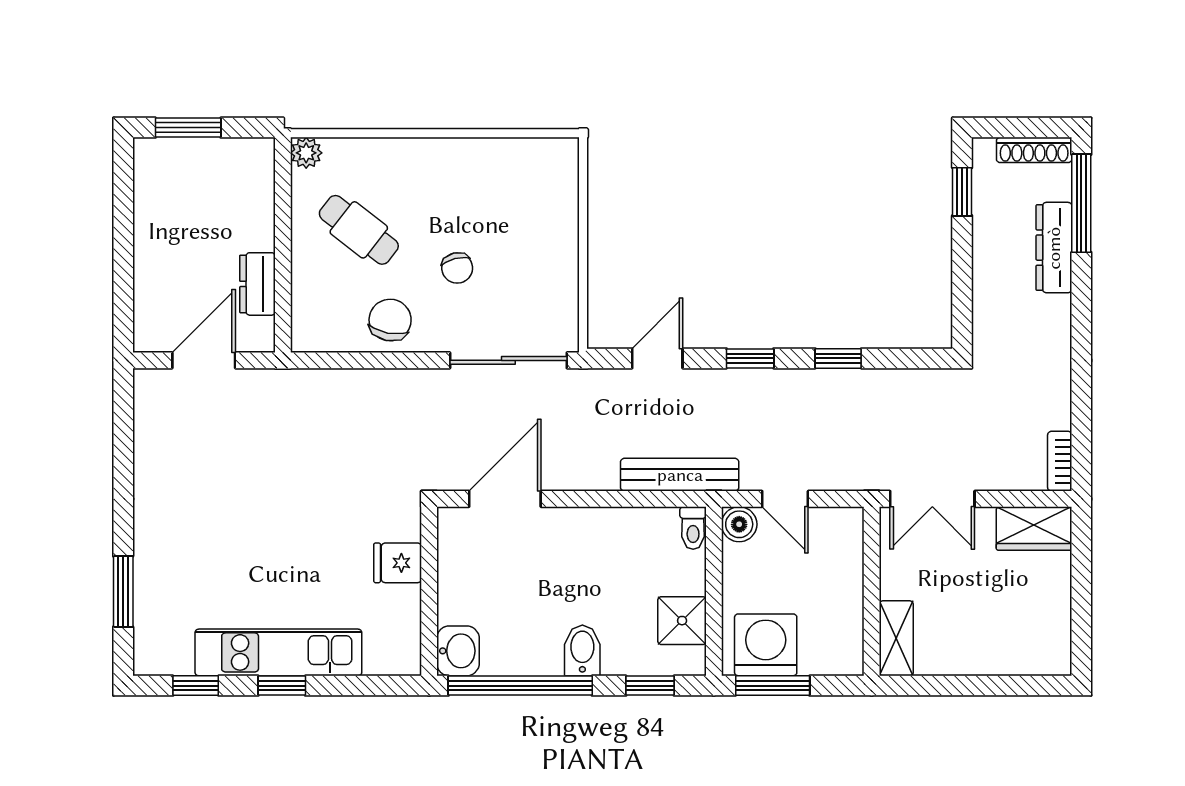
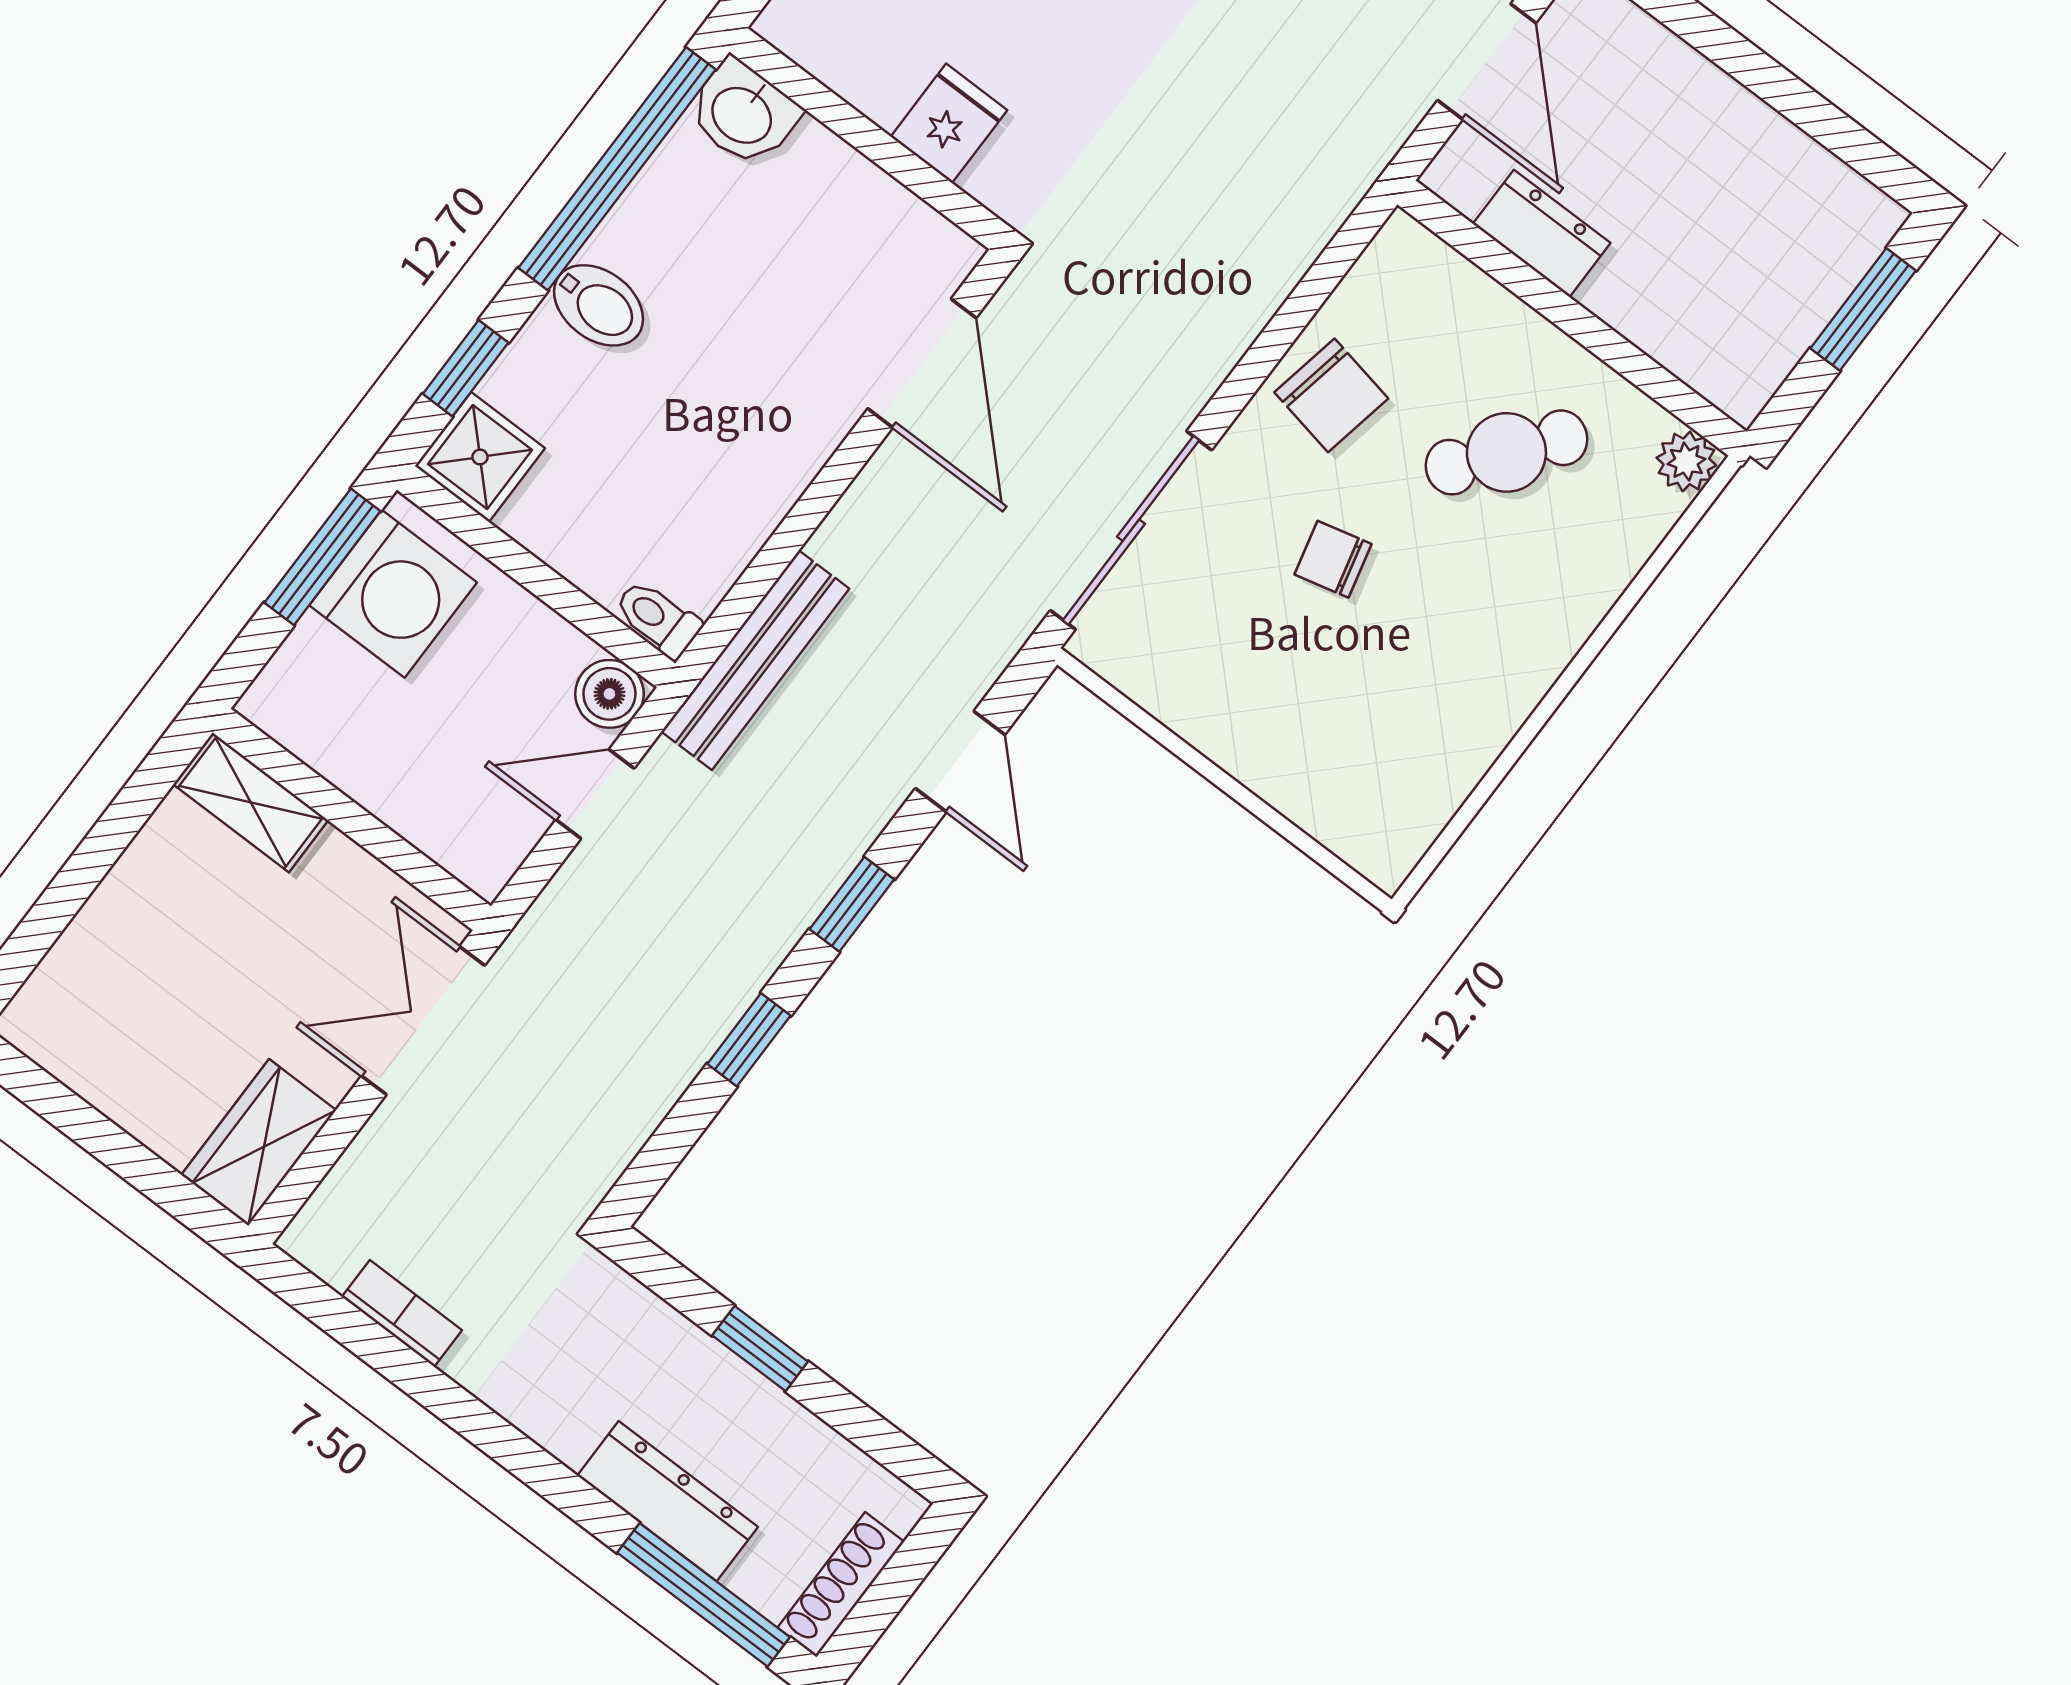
window: (962, 192) -> (760, 1348), moved
bookcase: (1060, 461) -> (402, 1313), moved
shower: (682, 621) -> (480, 457), moved

